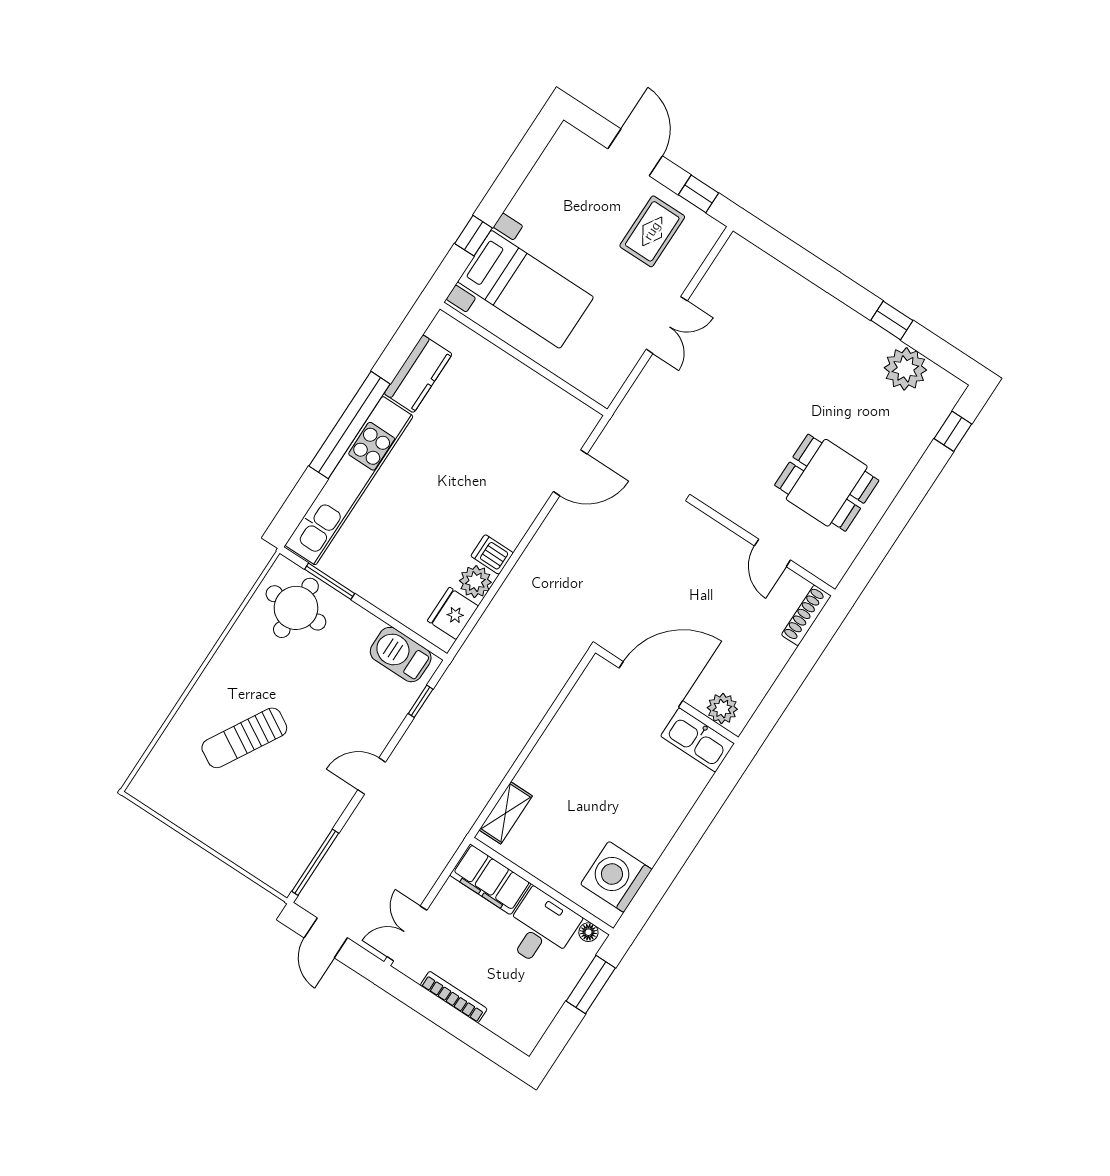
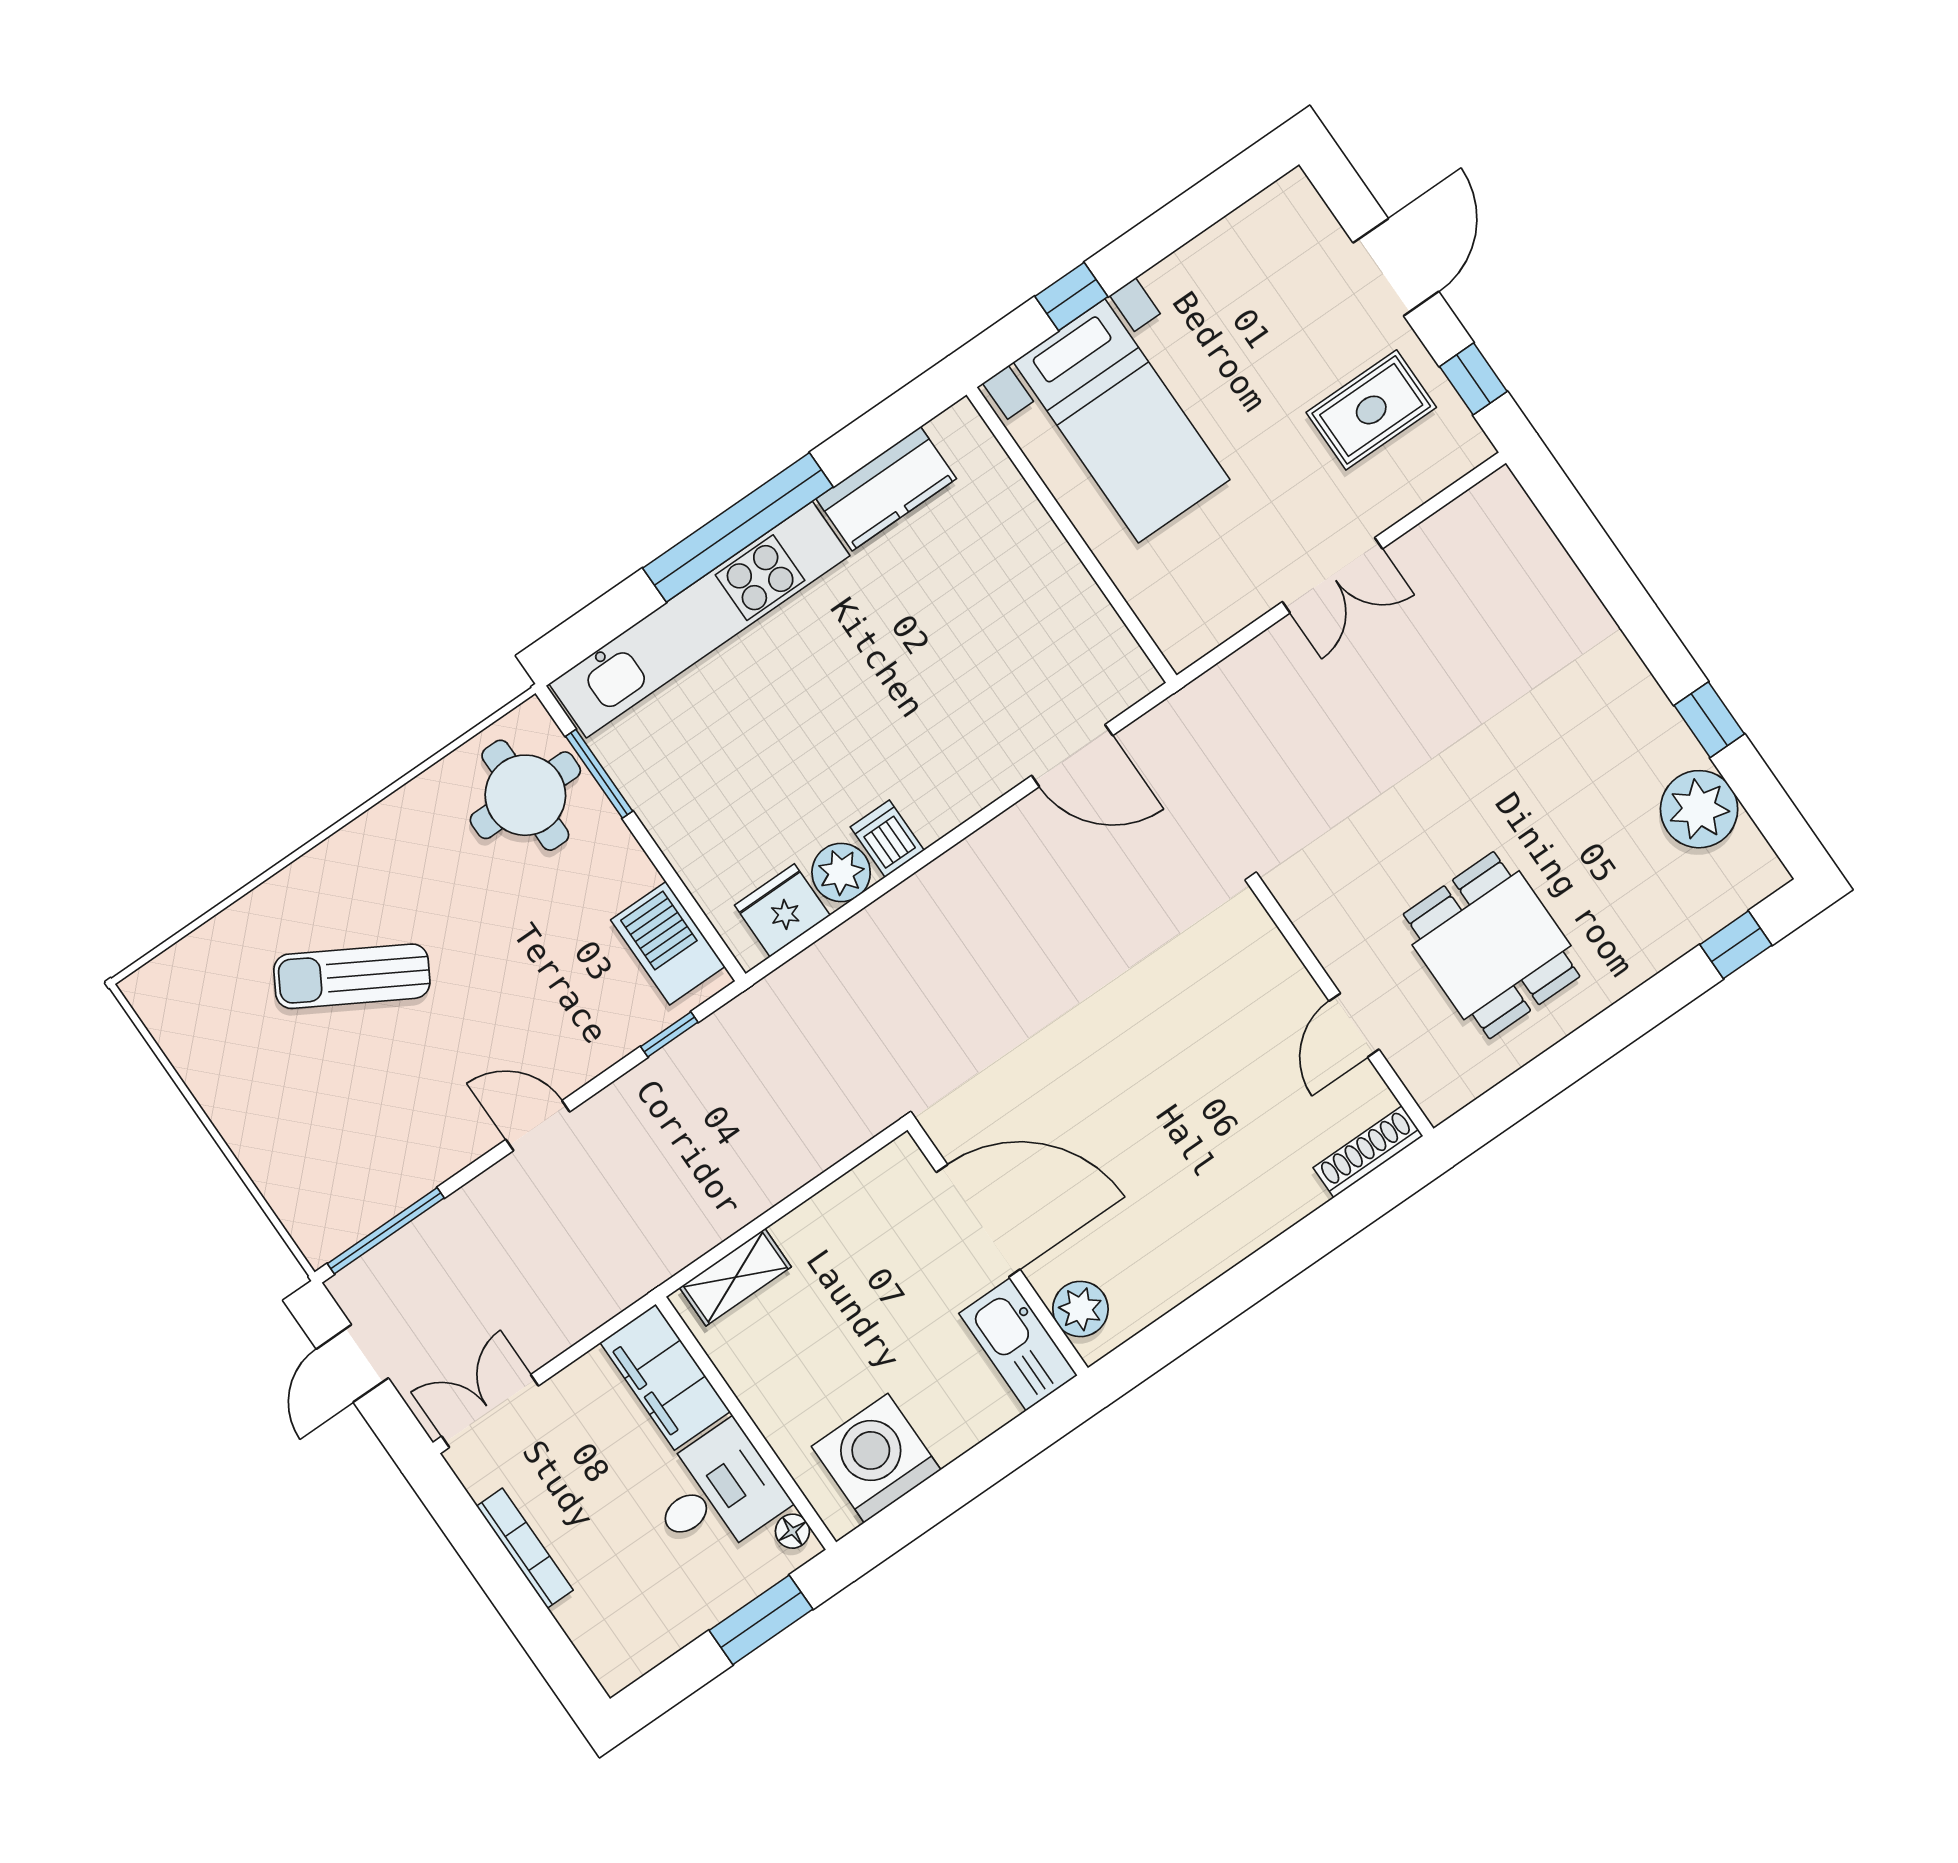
door: (651, 684) -> (978, 1221), moved
wall: (667, 695) -> (998, 1249), moved
plant: (722, 708) -> (1080, 1309), moved
kitchen sink: (697, 740) -> (1018, 1344), moved

